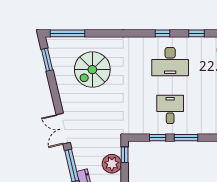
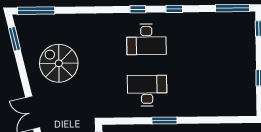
spiral stairs: (92, 70) -> (59, 63), moved, turned 90
desk: (170, 109) -> (147, 91), width x1.37
window: (158, 138) -> (134, 121), removed

